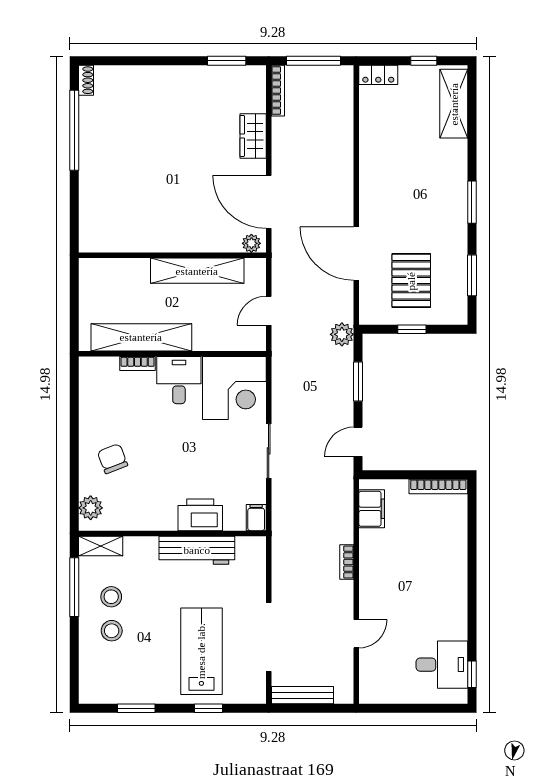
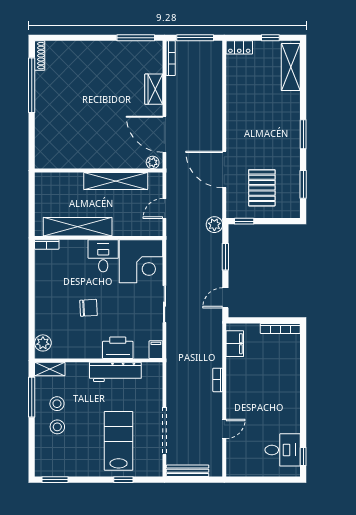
window: (227, 61) -> (136, 38), width x1.44
shoe rack: (86, 80) -> (40, 56), width x1.43
window: (412, 329) -> (244, 221), moved
bookcase: (138, 363) -> (47, 244), moved
chair: (113, 459) -> (89, 308), moved, turned 108
window: (136, 708) -> (55, 480), moved

